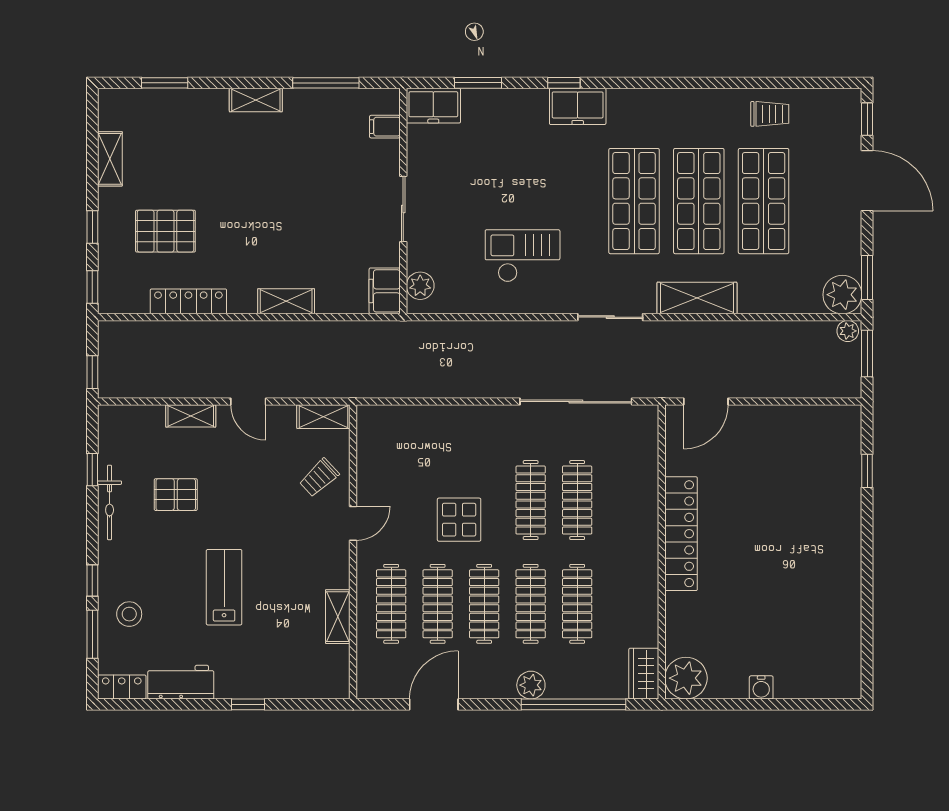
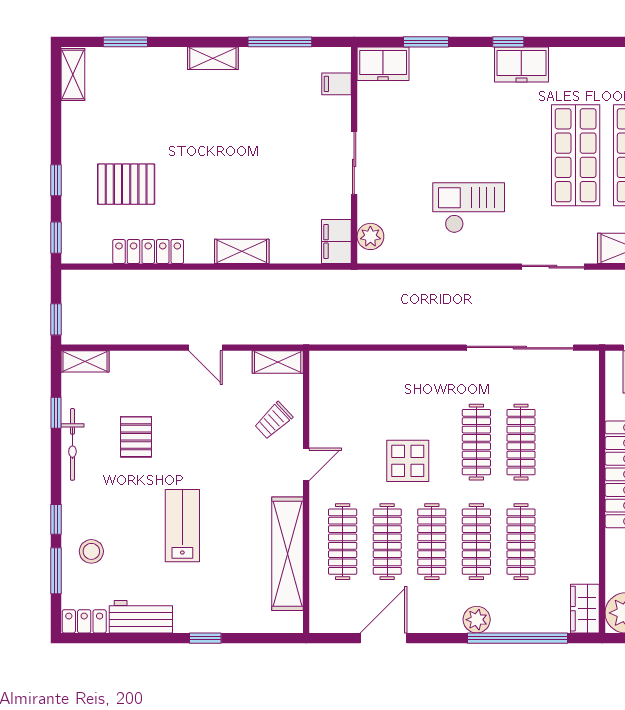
shelving: (110, 159) -> (73, 74), moved
shelving: (191, 416) -> (85, 361), moved
pallet: (176, 495) -> (136, 437), turned 90
shelving: (338, 617) -> (288, 554), width x2.20, depth x1.33

